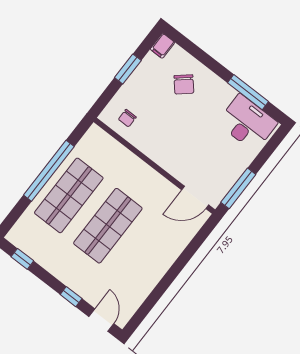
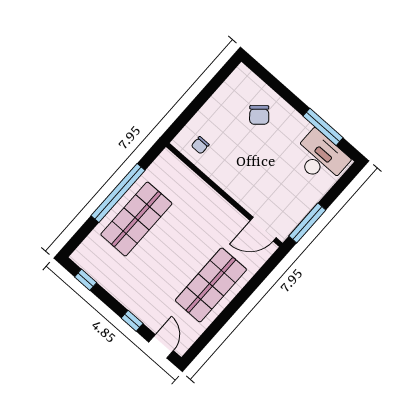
filing cabinet: (162, 46) -> (240, 75), removed
window: (128, 69) -> (204, 96), removed
shop shelf: (108, 226) -> (211, 285), moved

